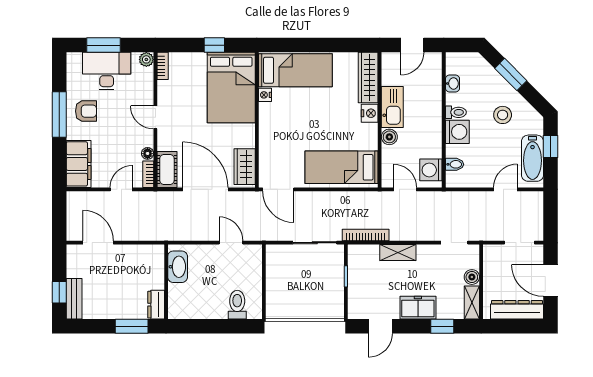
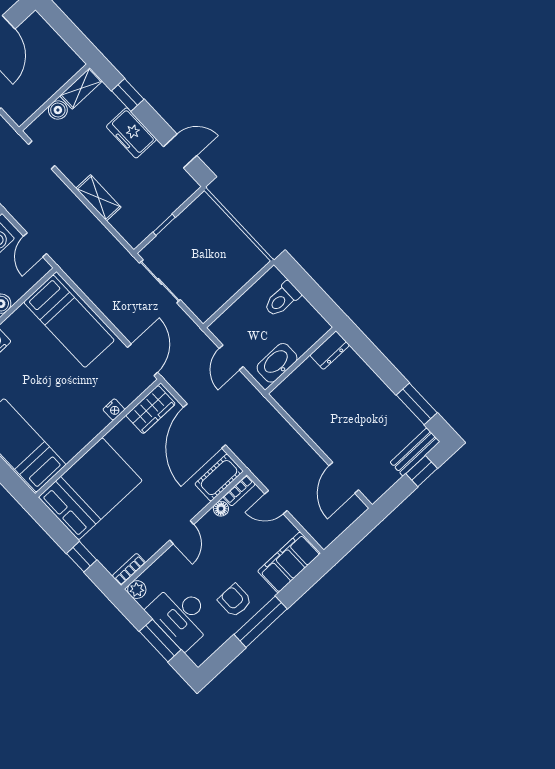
window: (214, 45) -> (82, 557), moved
nightstand: (265, 95) -> (114, 409), moved
bookcase: (366, 235) -> (110, 242), removed
washbasin: (178, 267) -> (277, 363), moved
wall: (166, 282) -> (301, 360), moved
dresser: (156, 305) -> (330, 350), moved
dresser: (517, 310) -> (49, 41), removed
window: (132, 326) -> (417, 404), moved

